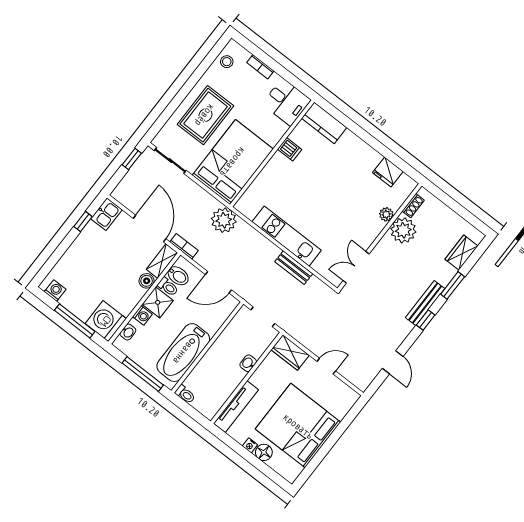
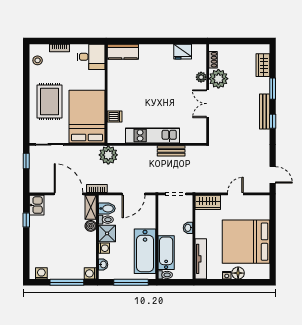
dishwasher: (290, 149) -> (115, 117), moved
double door: (356, 267) -> (208, 104), moved
washing machine: (106, 321) -> (90, 273), width x0.53, depth x0.53
door: (393, 362) -> (273, 175), moved
bathtub: (204, 371) -> (166, 253), added

